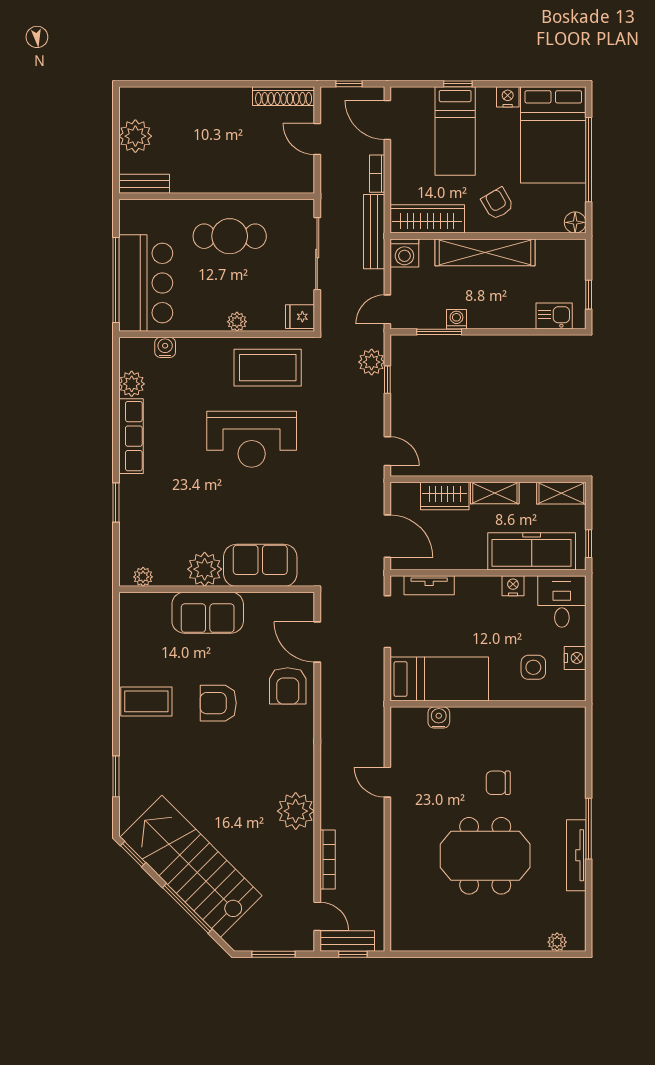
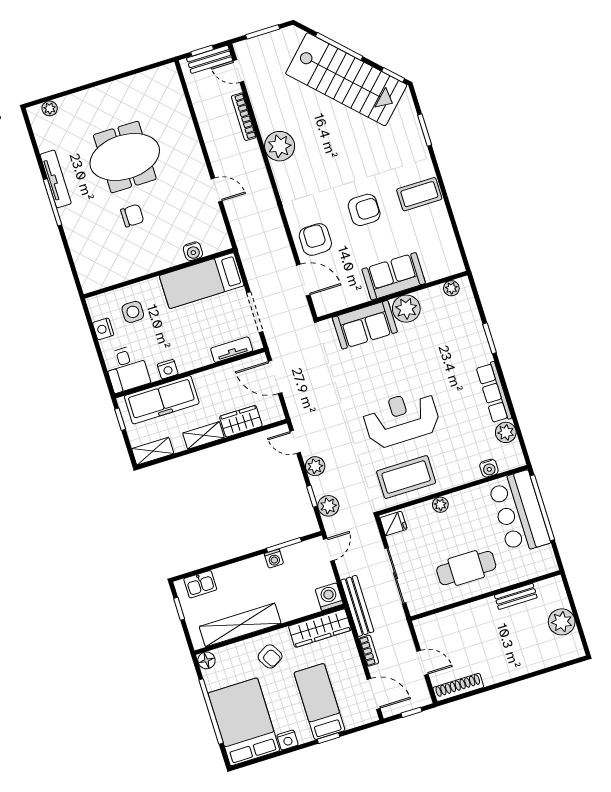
bench: (144, 184) -> (516, 596), moved
shelving: (485, 252) -> (240, 625), moved
plant: (373, 415) -> (315, 466), added

